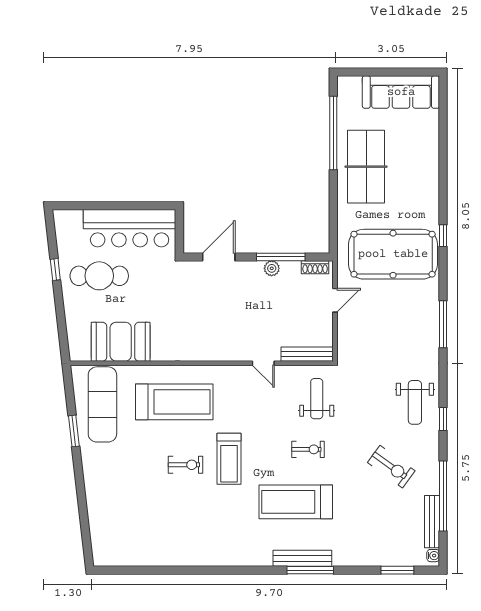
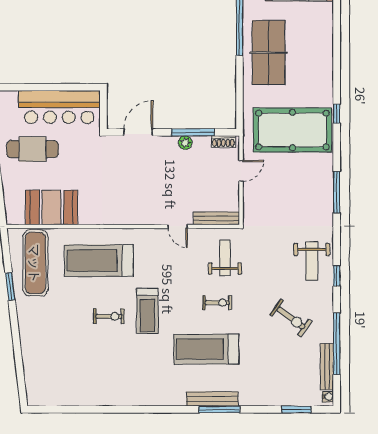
treadmill: (174, 402) -> (99, 261), turned 180

